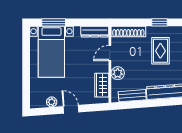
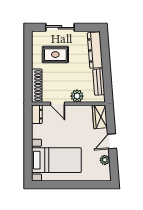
window: (54, 22) -> (28, 158), removed
window: (160, 22) -> (28, 55), removed
dresser: (95, 32) -> (37, 114), width x0.70
wardrobe: (102, 85) -> (100, 117), moved, turned 86

